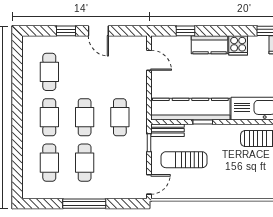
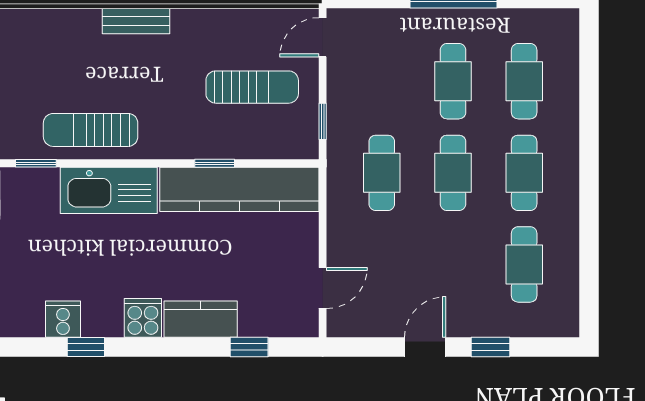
door: (98, 31) -> (425, 347), hinge flipped
door: (149, 60) -> (323, 288), swing flipped
bench: (168, 130) -> (136, 21), moved

